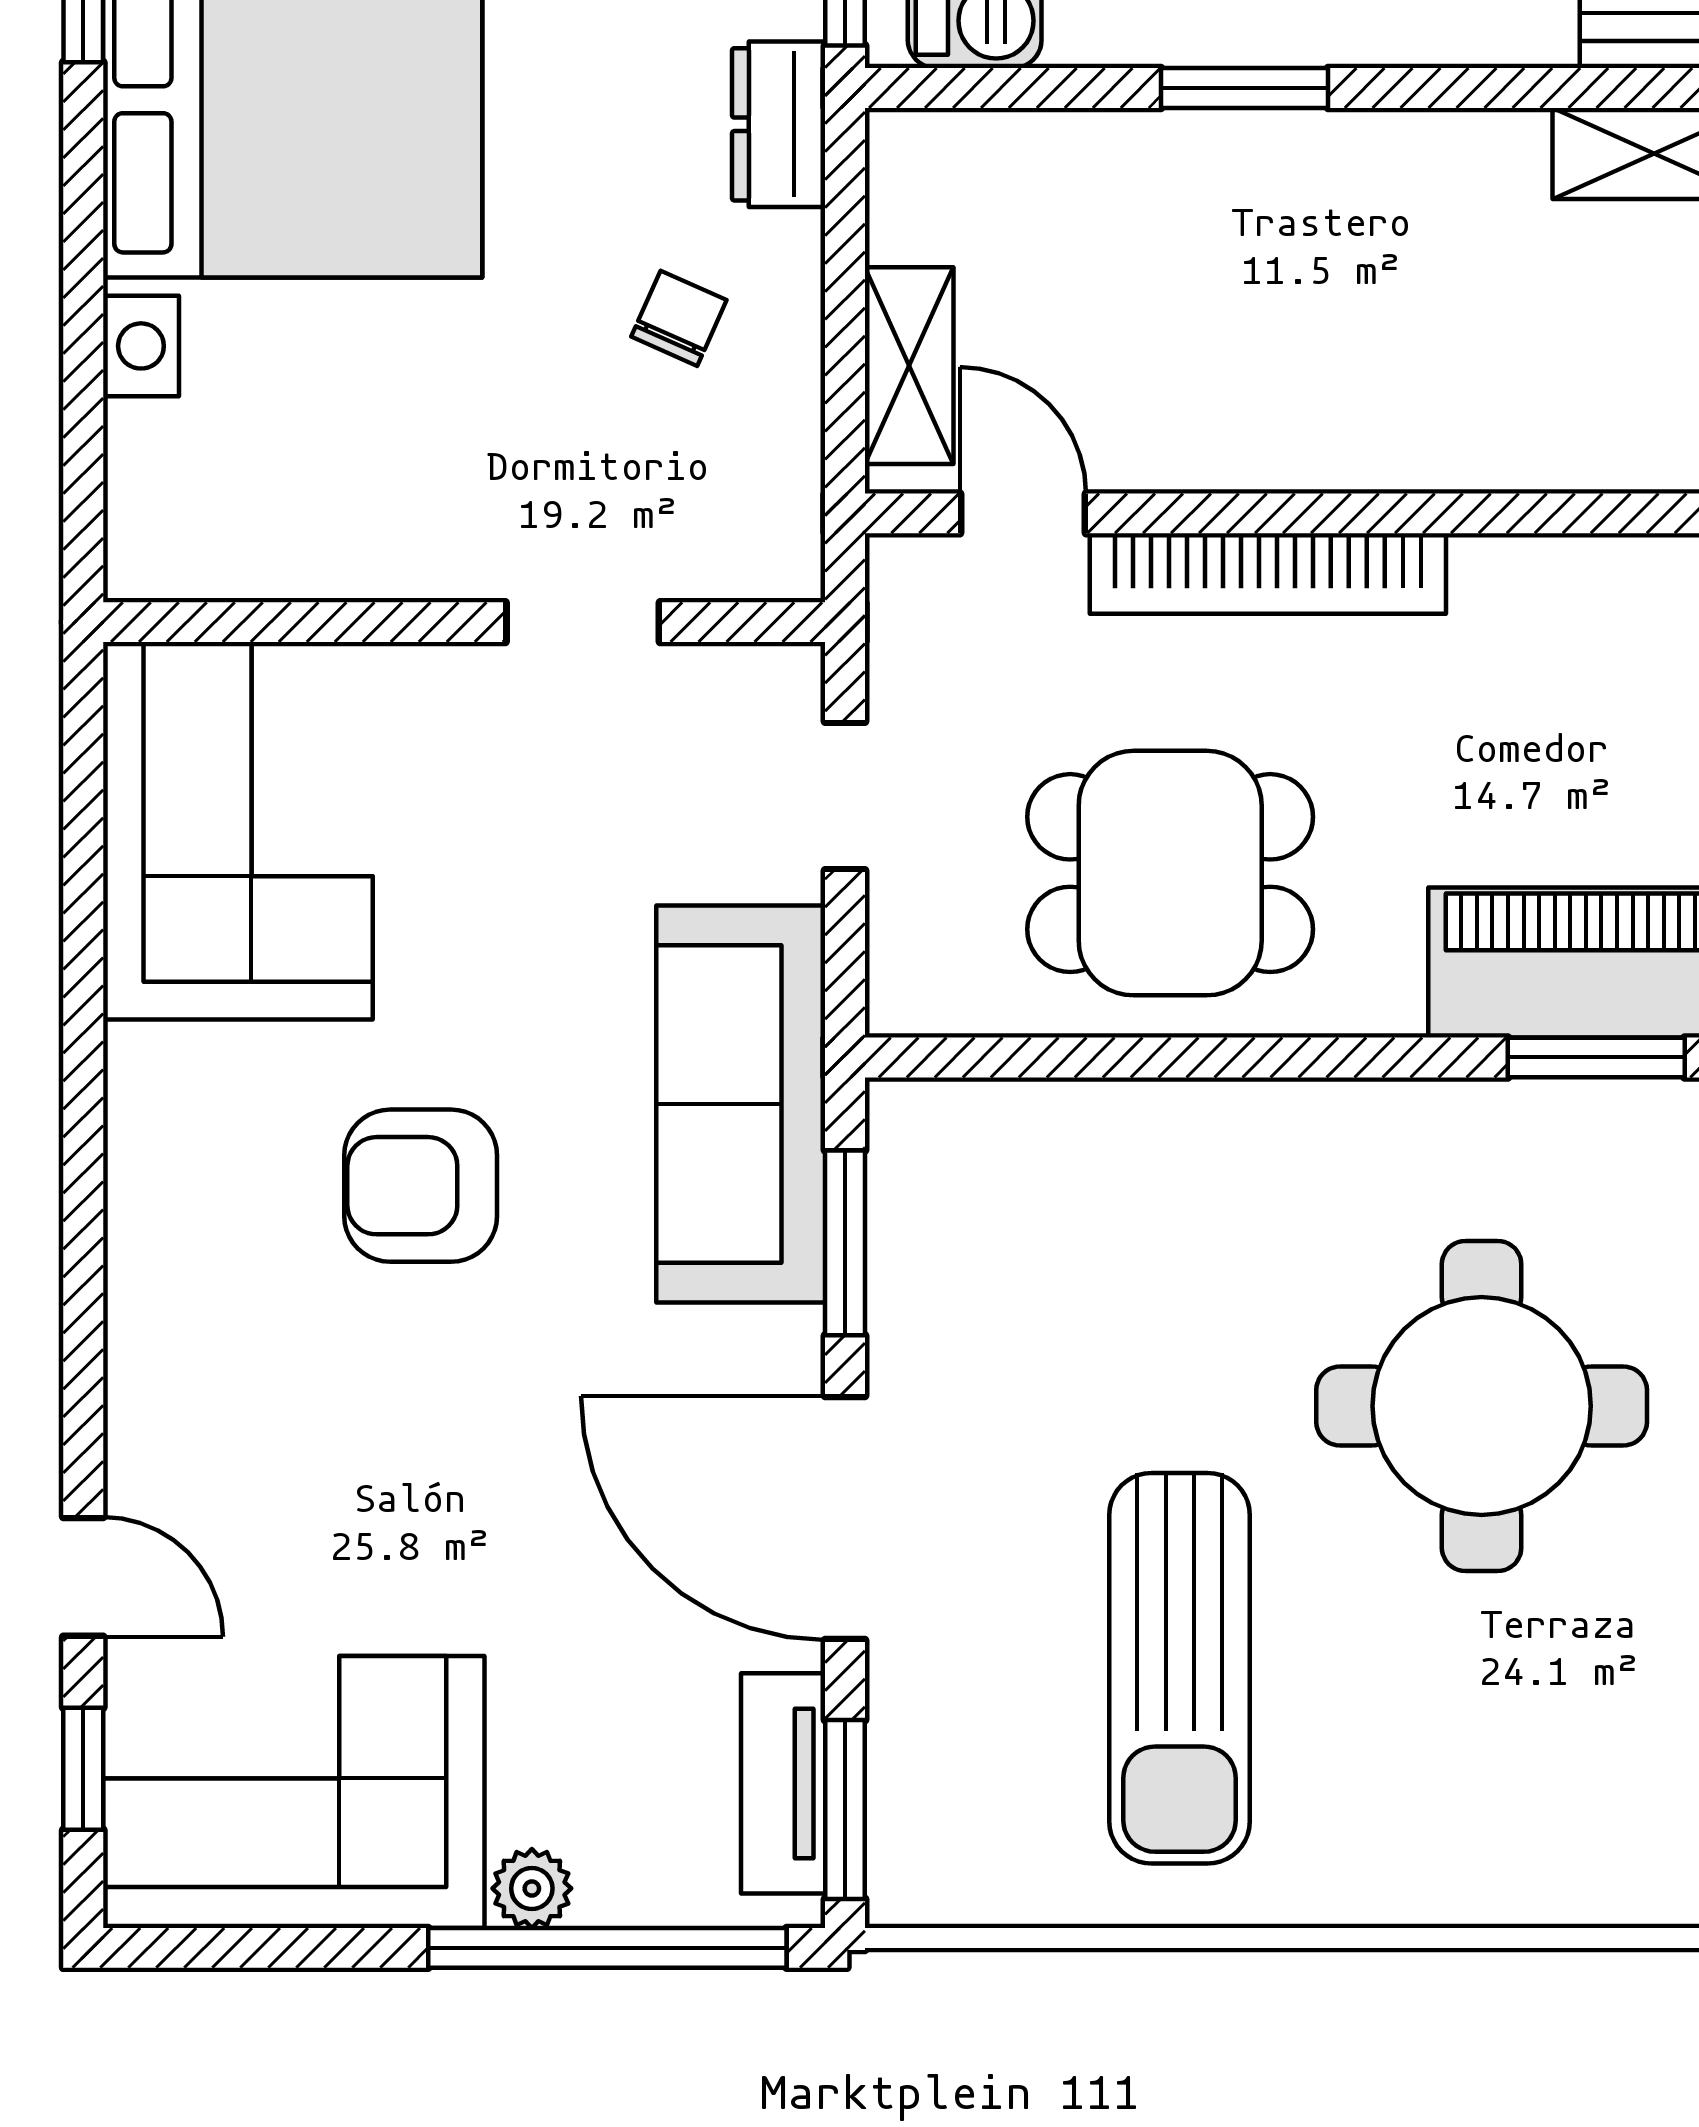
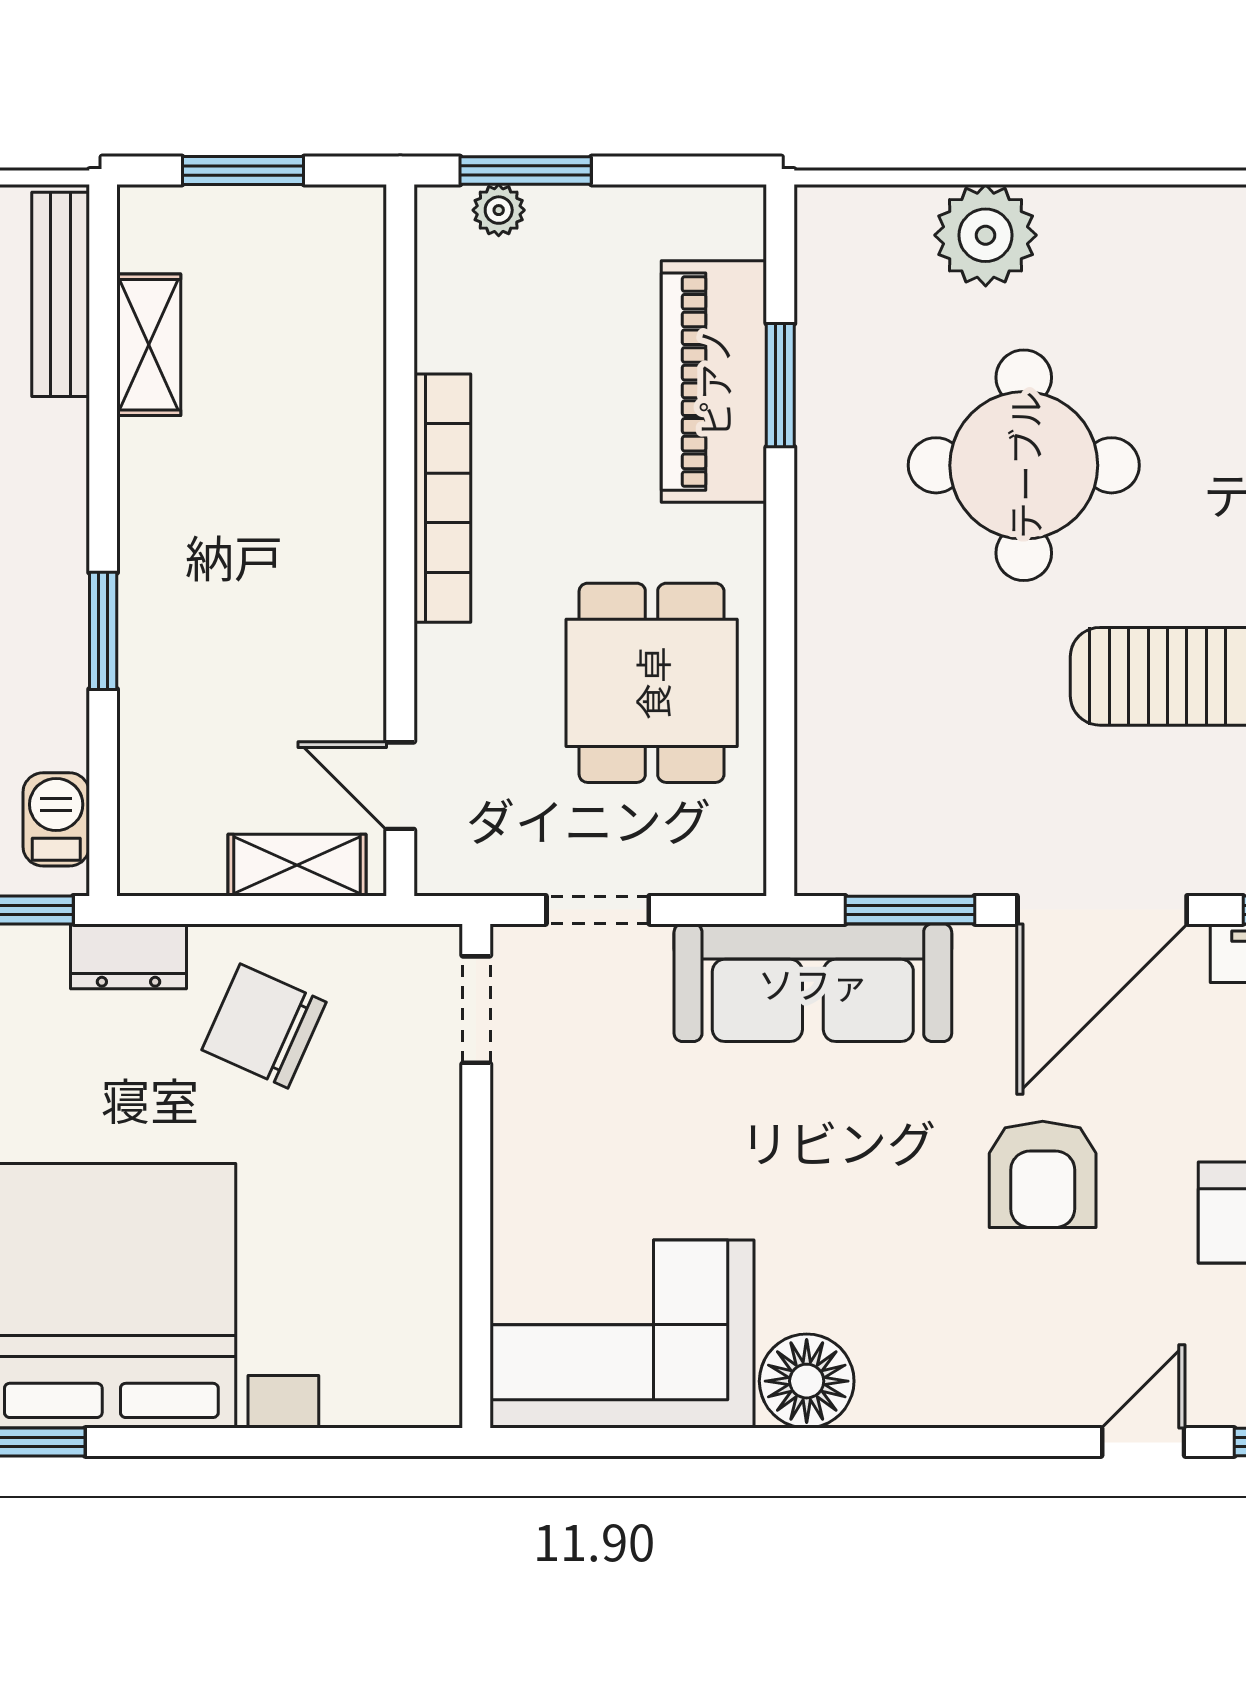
chair: (679, 318) -> (264, 1026), width x1.87, depth x1.87
door: (1023, 513) -> (400, 786), hinge flipped
bookcase: (1268, 574) -> (442, 498), moved
doorway: (583, 622) -> (476, 1010), moved
floor lamp: (171, 1095) -> (807, 1381), added
armchair: (421, 1186) -> (1043, 1174), moved

